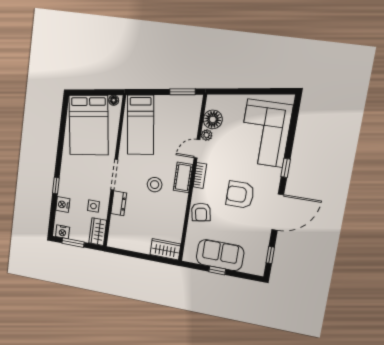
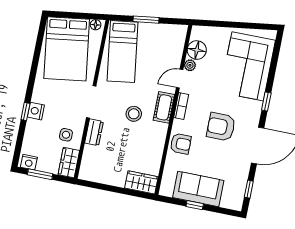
window: (182, 92) -> (146, 20), moved
nightstand: (63, 205) -> (36, 111), moved
armchair: (201, 212) -> (181, 144), turned -80

